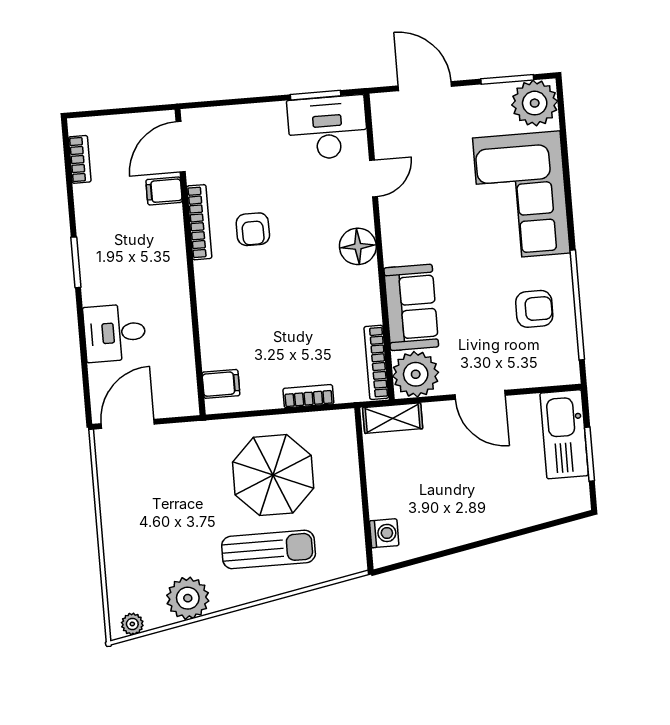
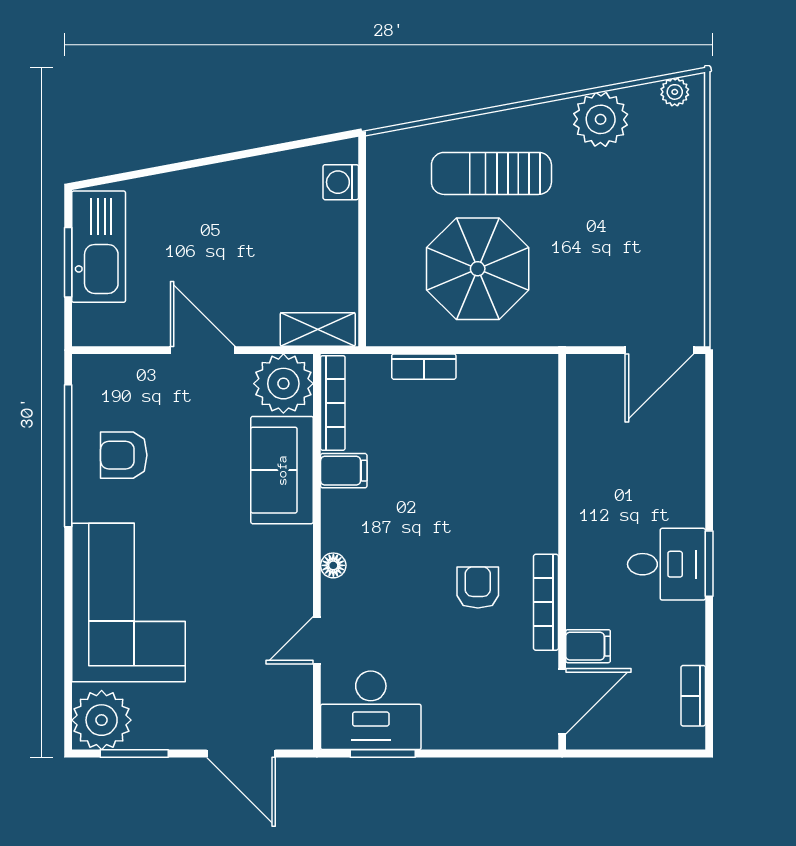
floor lamp: (358, 246) -> (333, 565), width x0.53, depth x0.53
desk: (115, 333) -> (667, 564), moved
filing cabinet: (221, 384) -> (344, 471), moved, turned 180
kitchen sink: (564, 434) -> (99, 247), moved

